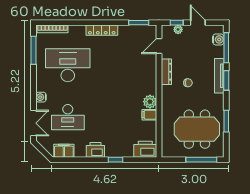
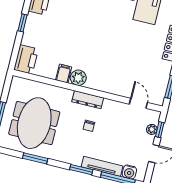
dresser: (166, 72) -> (88, 100), moved
tv unit: (219, 76) -> (102, 166), moved

